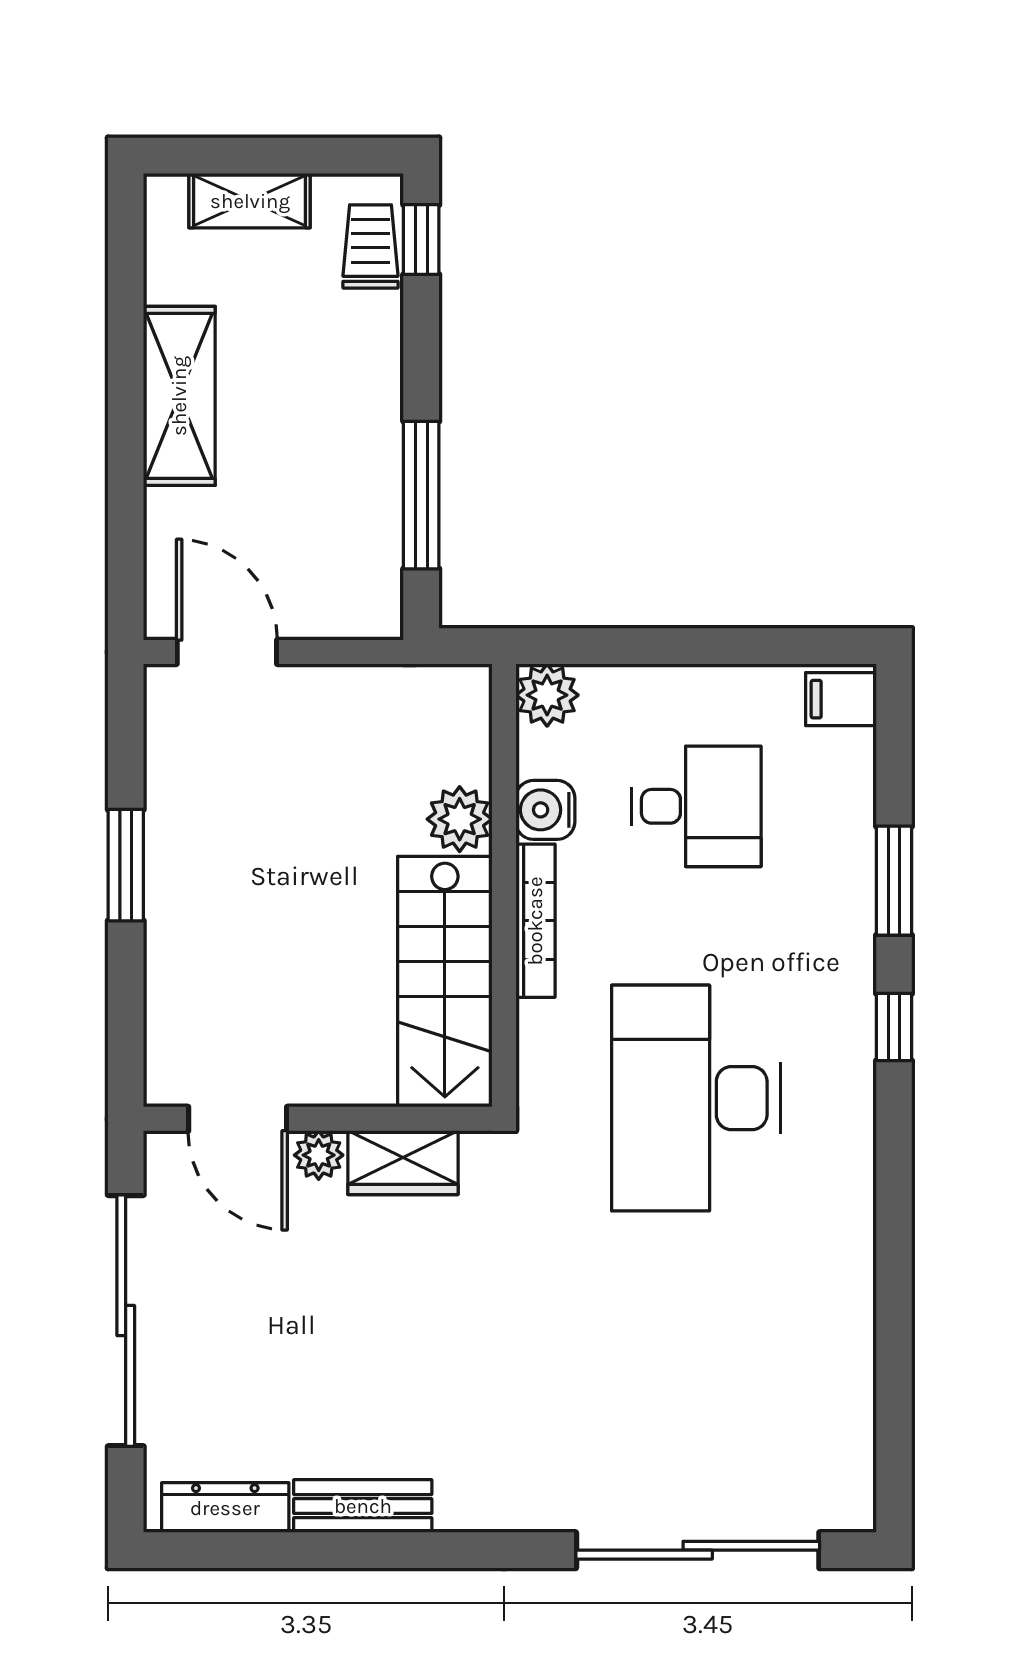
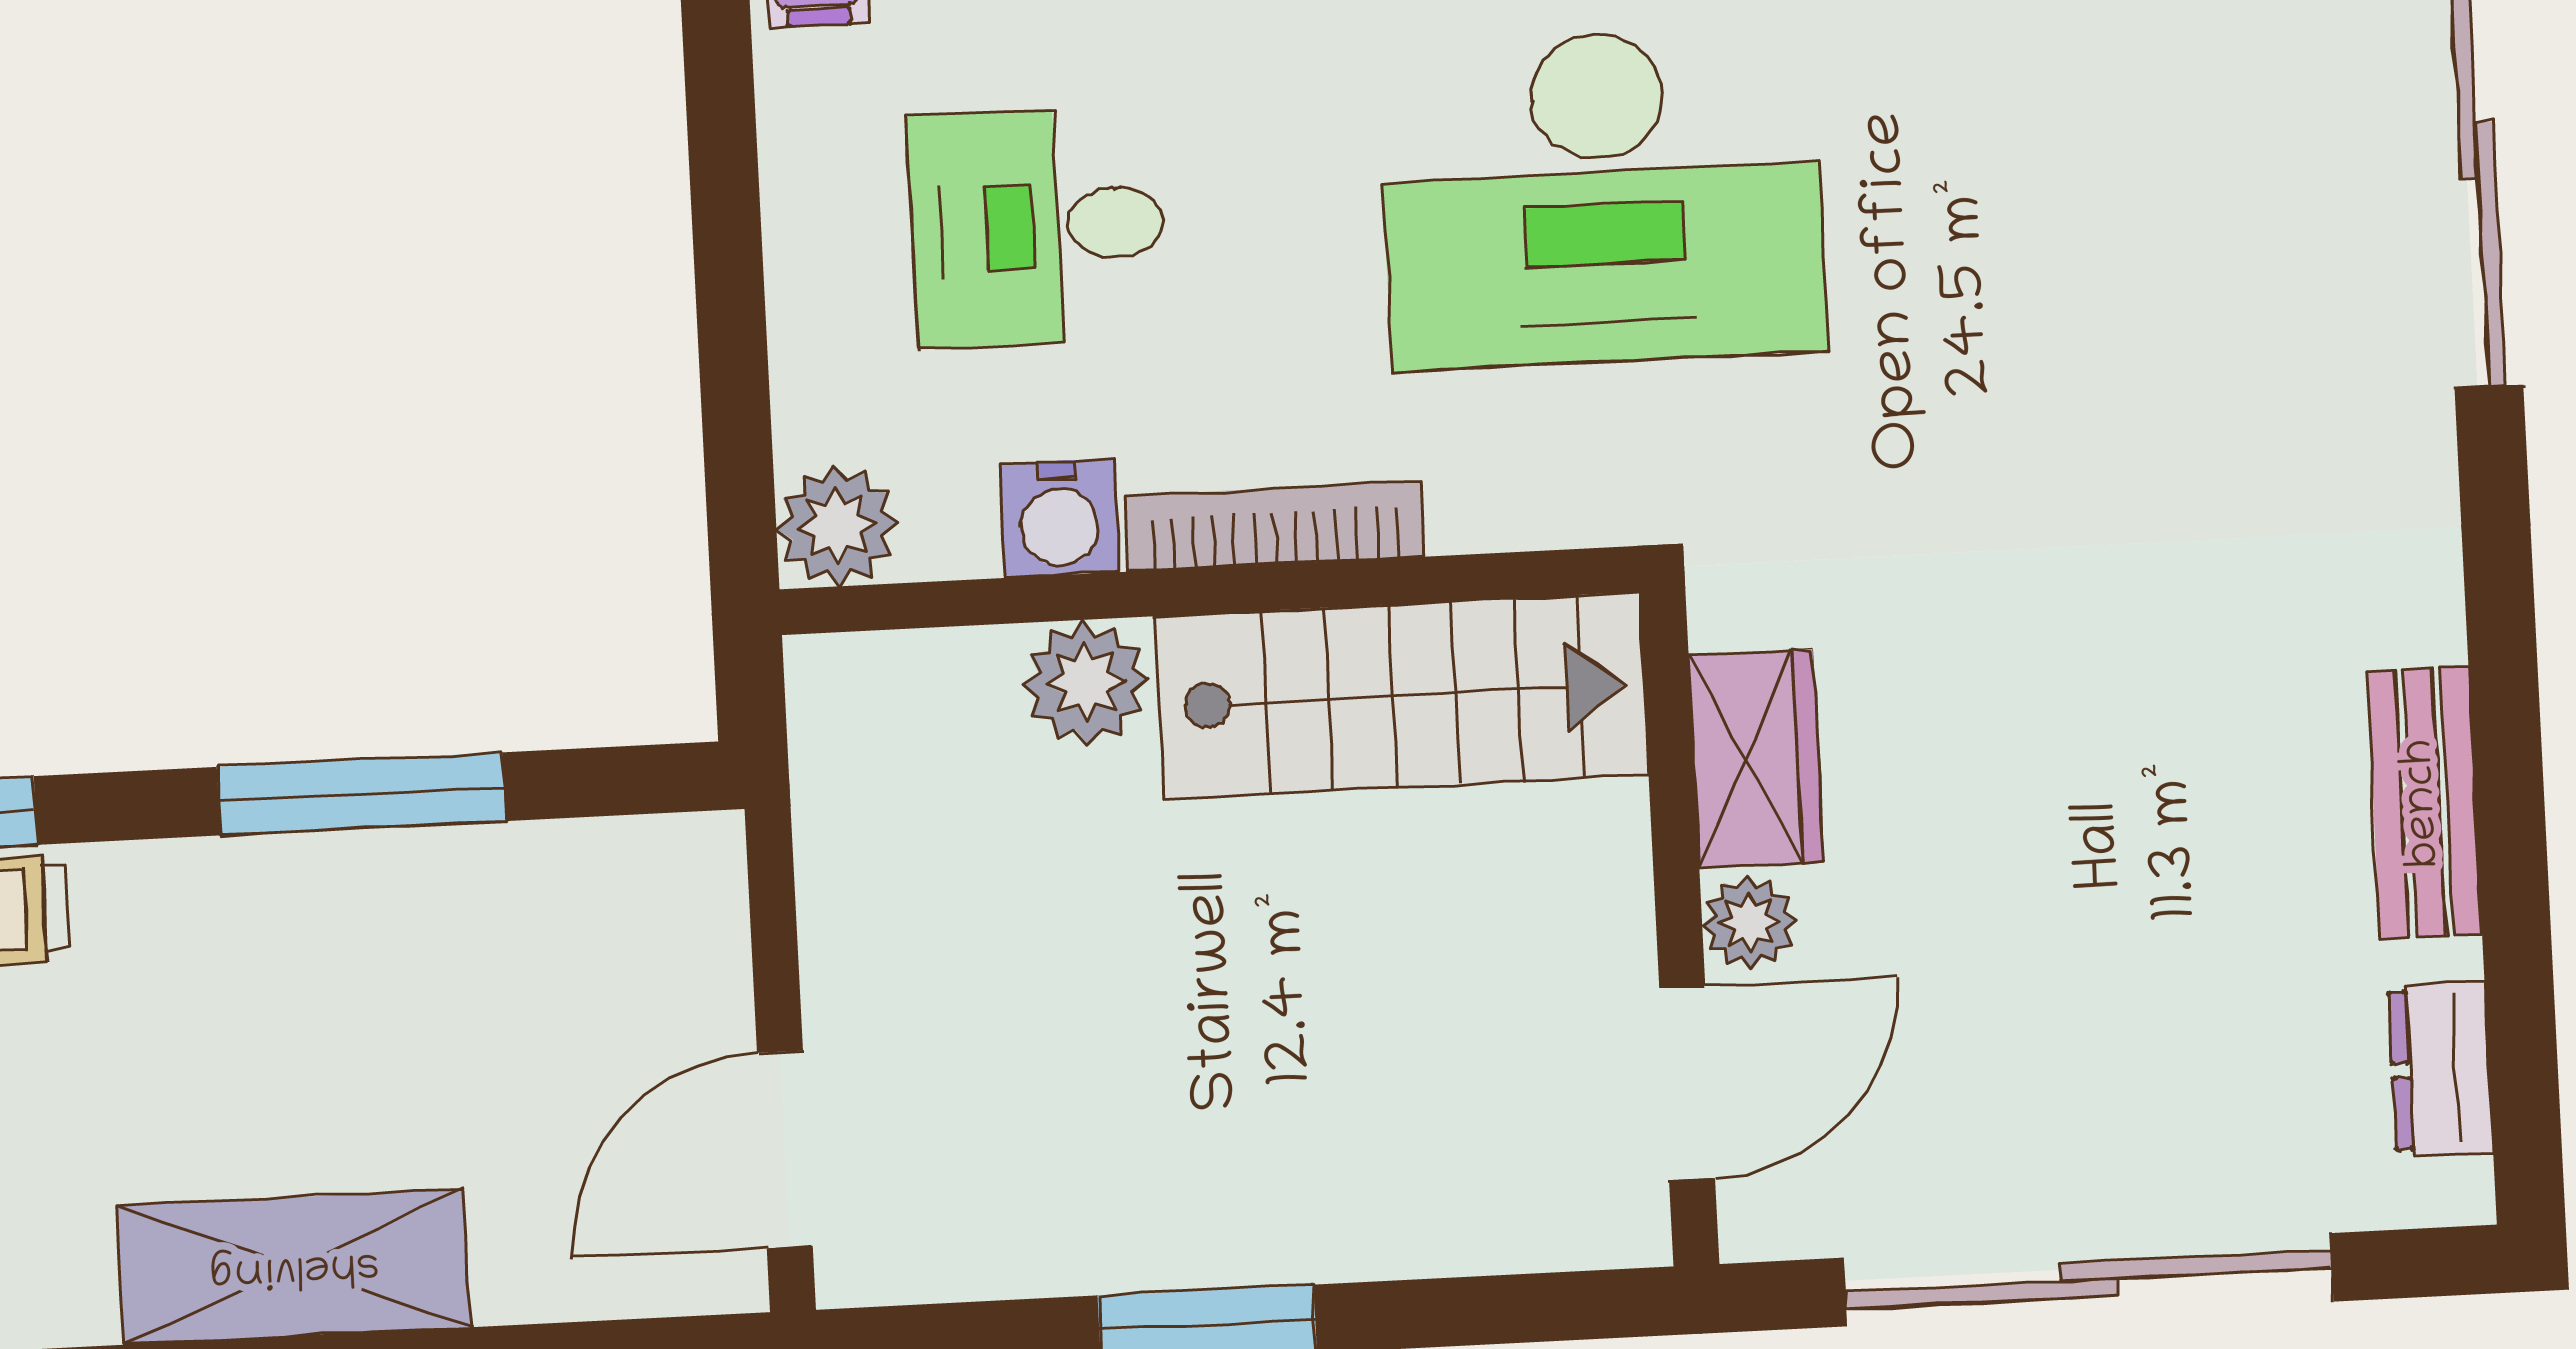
window: (421, 495) -> (361, 794), moved
desk: (696, 806) -> (1038, 227), turned -90
dresser: (225, 1508) -> (2441, 1069), width x0.70

